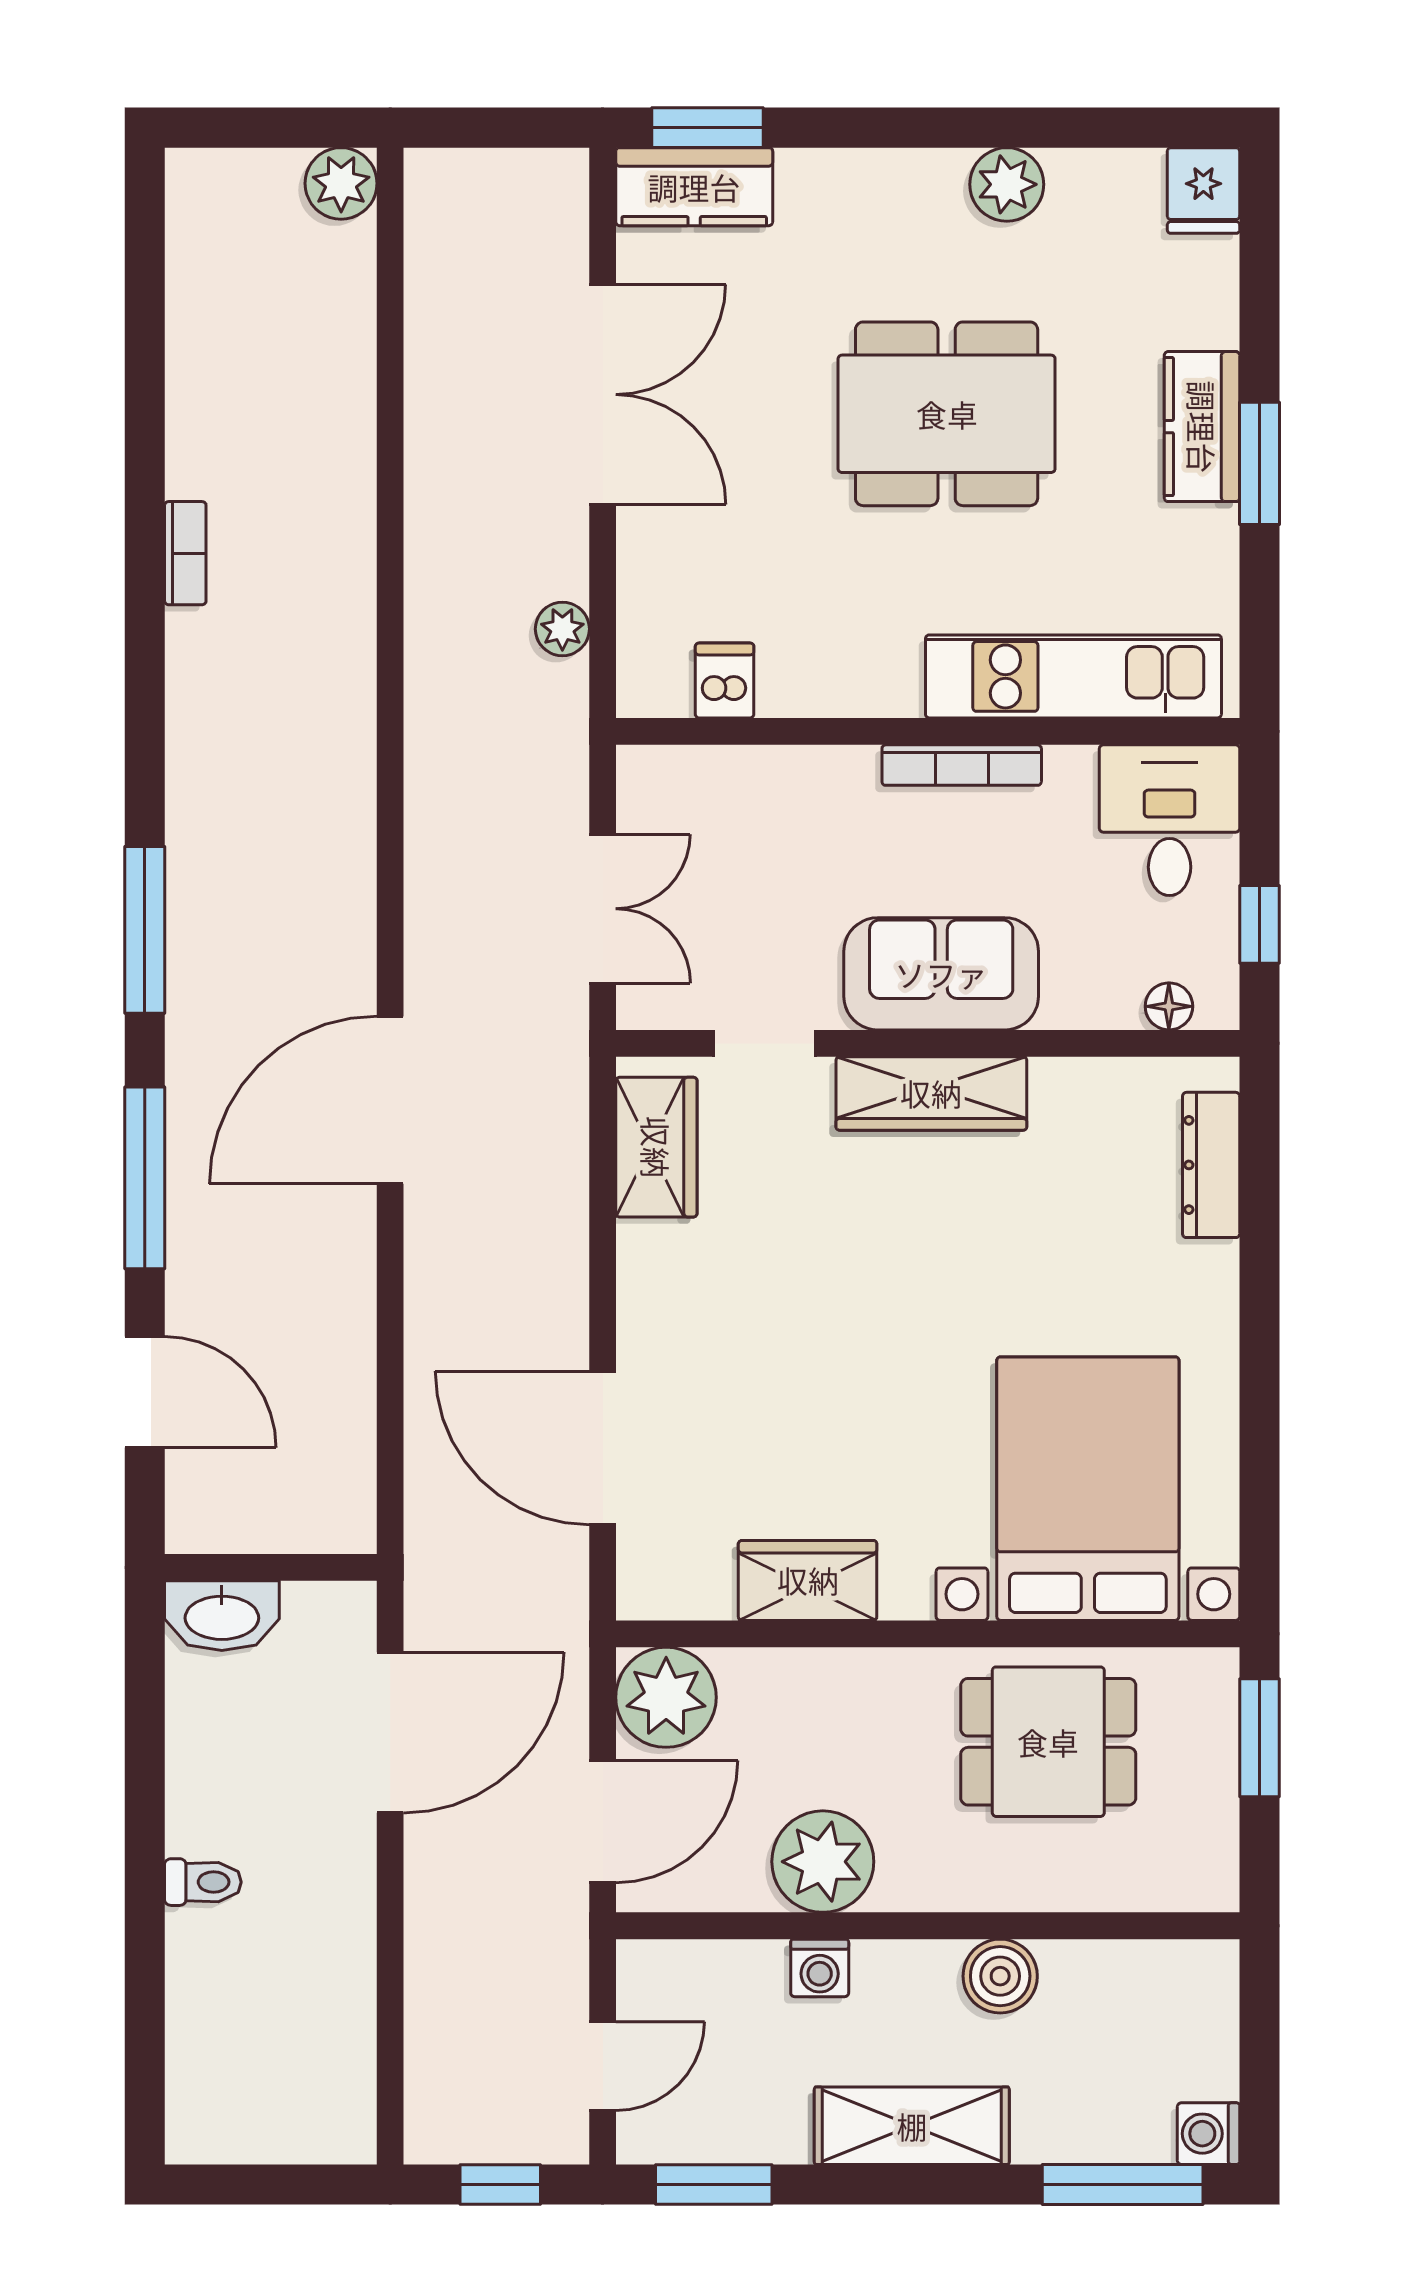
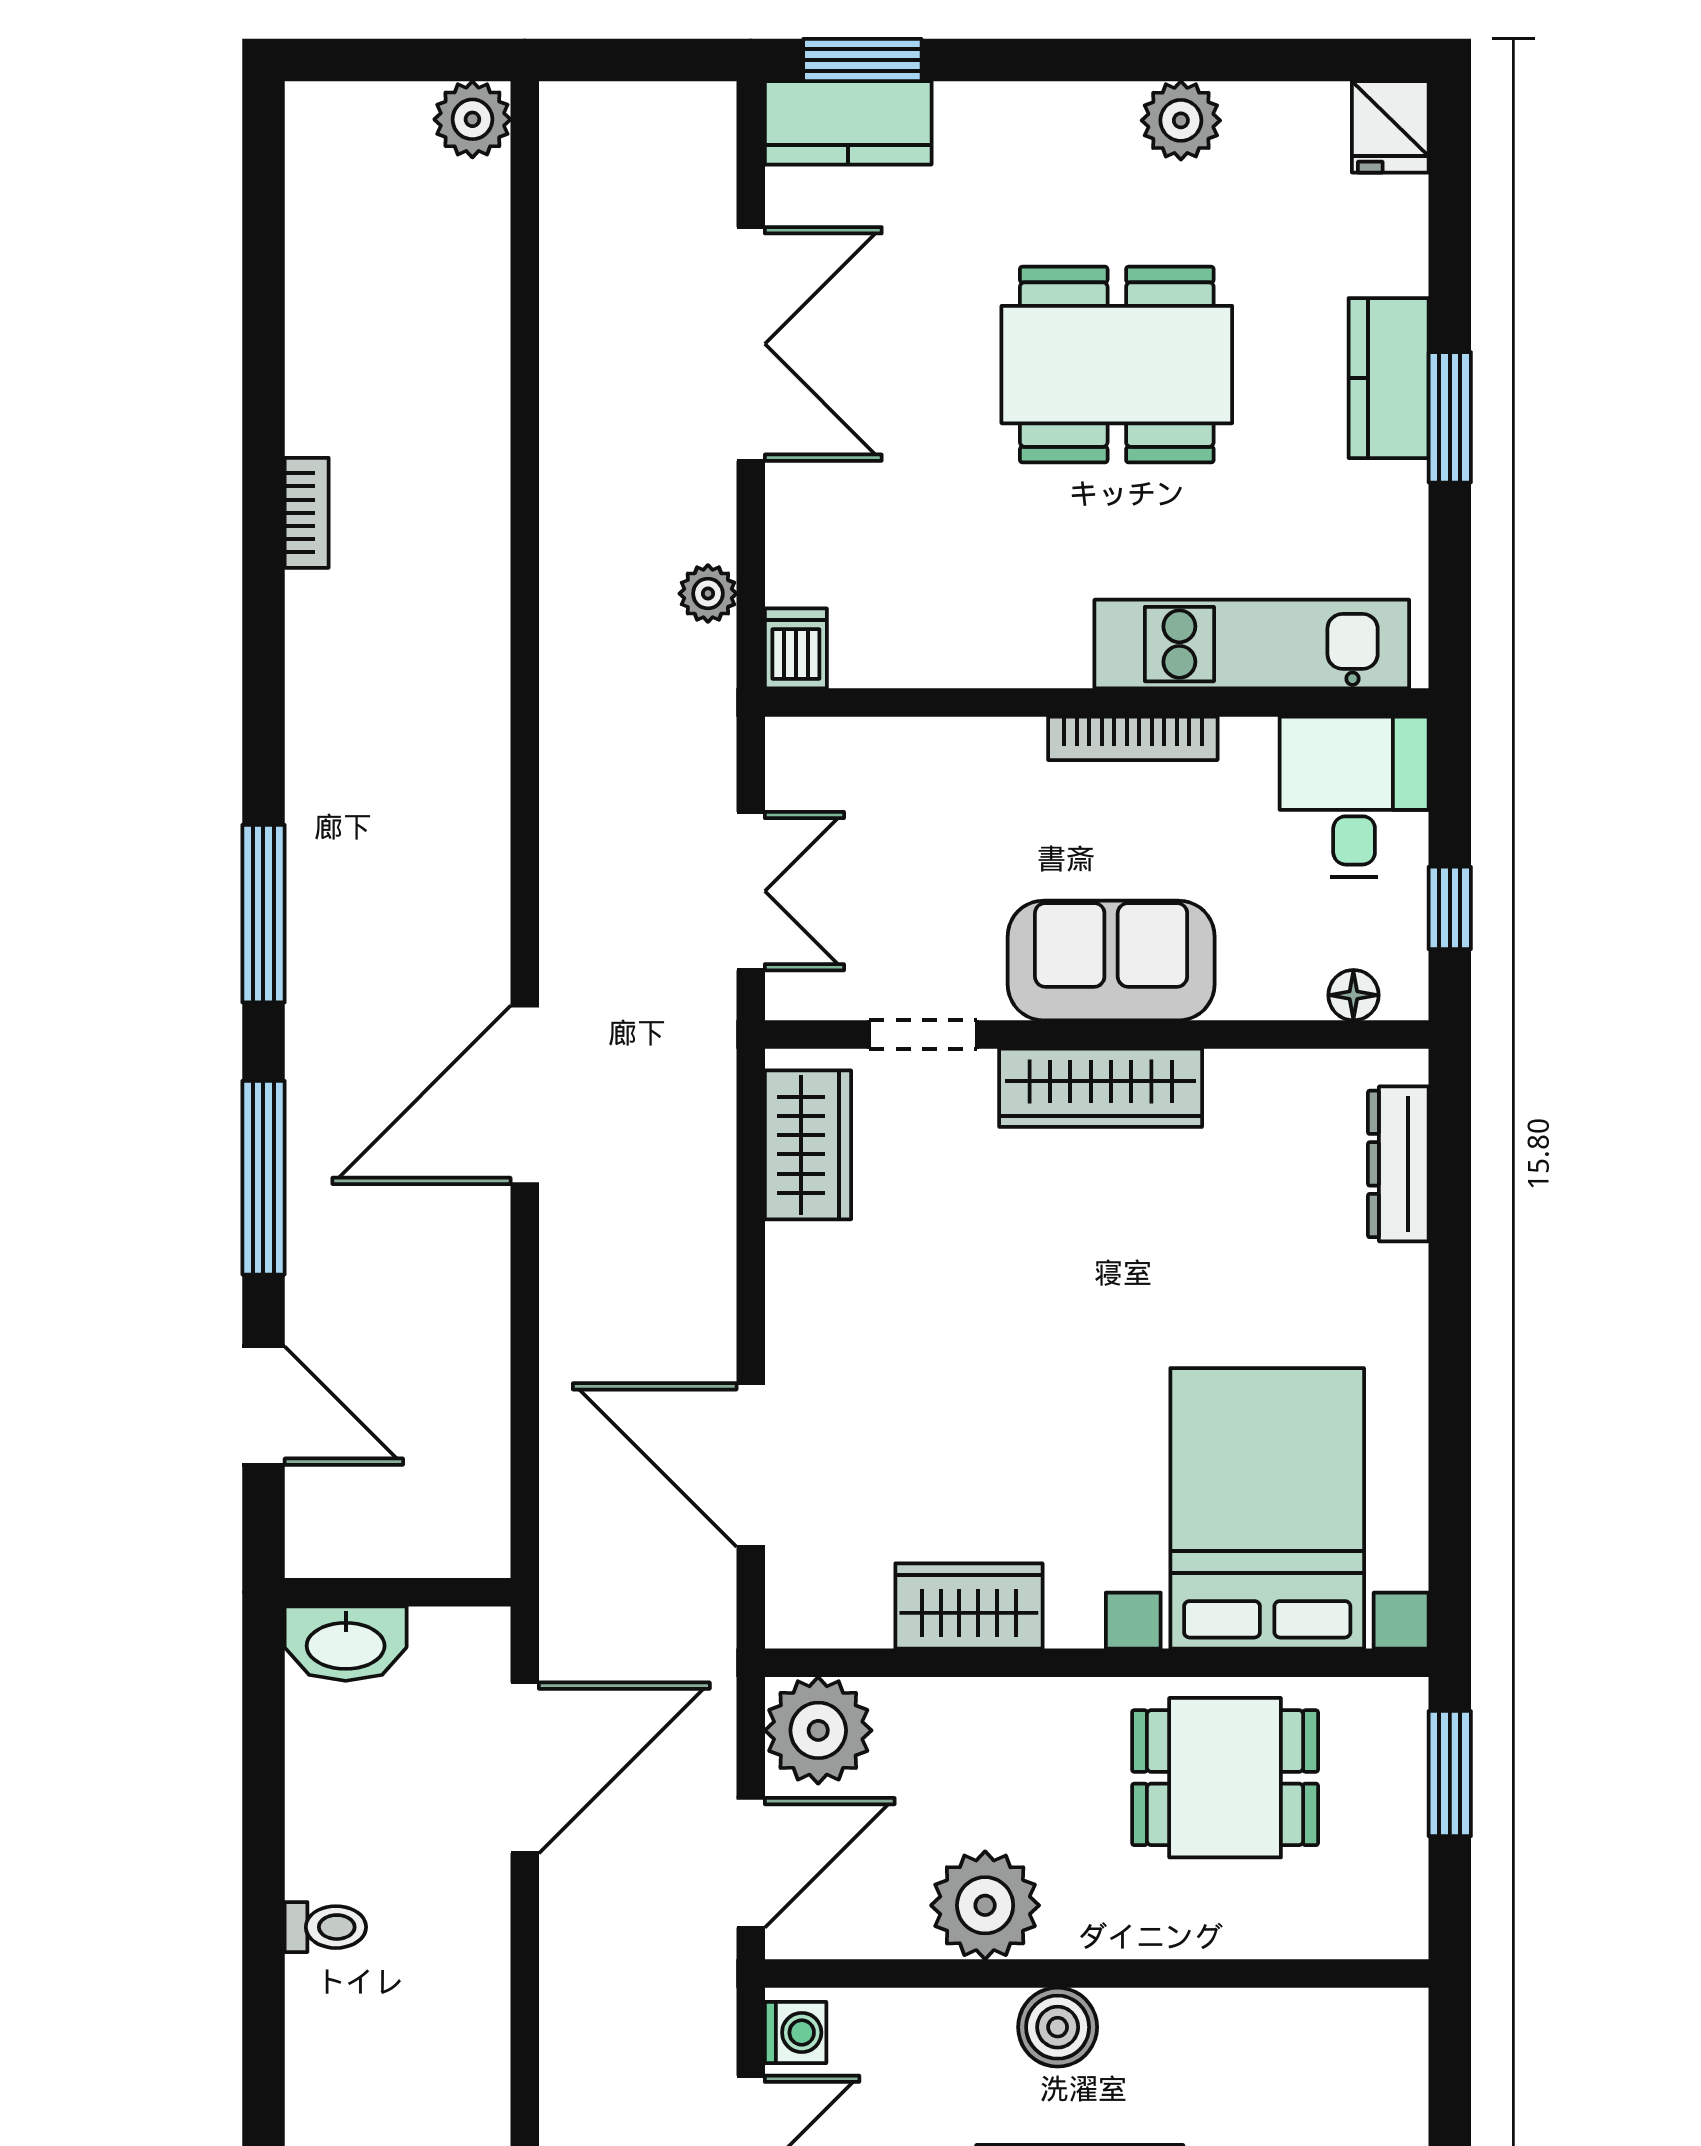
dishwasher: (725, 681) -> (796, 648), moved
washing machine: (820, 1968) -> (796, 2033), moved, turned -90
boiler: (1000, 1976) -> (1058, 2027), moved

